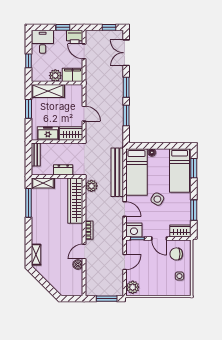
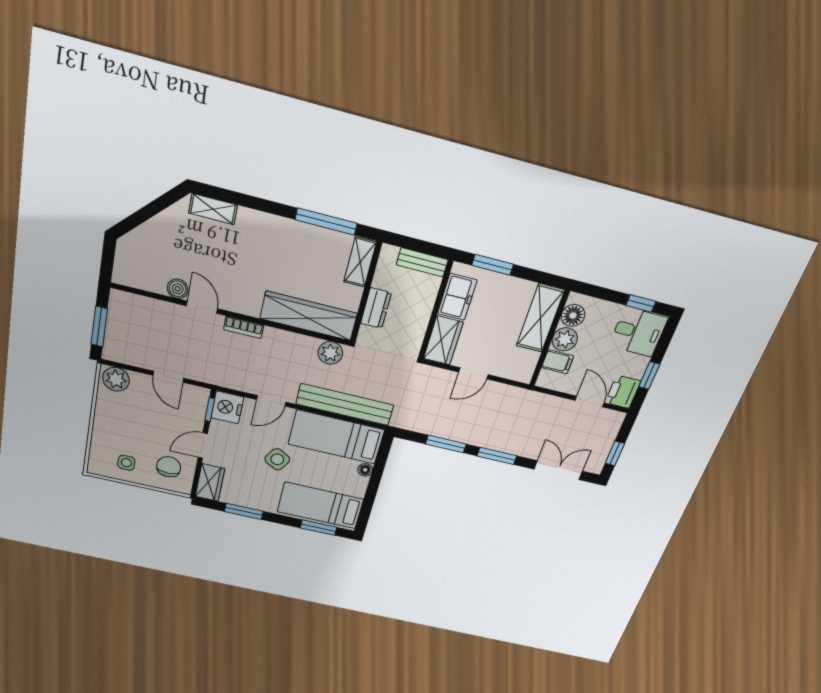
door: (84, 51) -> (590, 402), hinge flipped
window: (28, 61) -> (641, 303), moved
filing cabinet: (73, 75) -> (558, 362), width x0.50
floor lamp: (43, 76) -> (573, 315), added
window: (28, 109) -> (493, 265), moved

